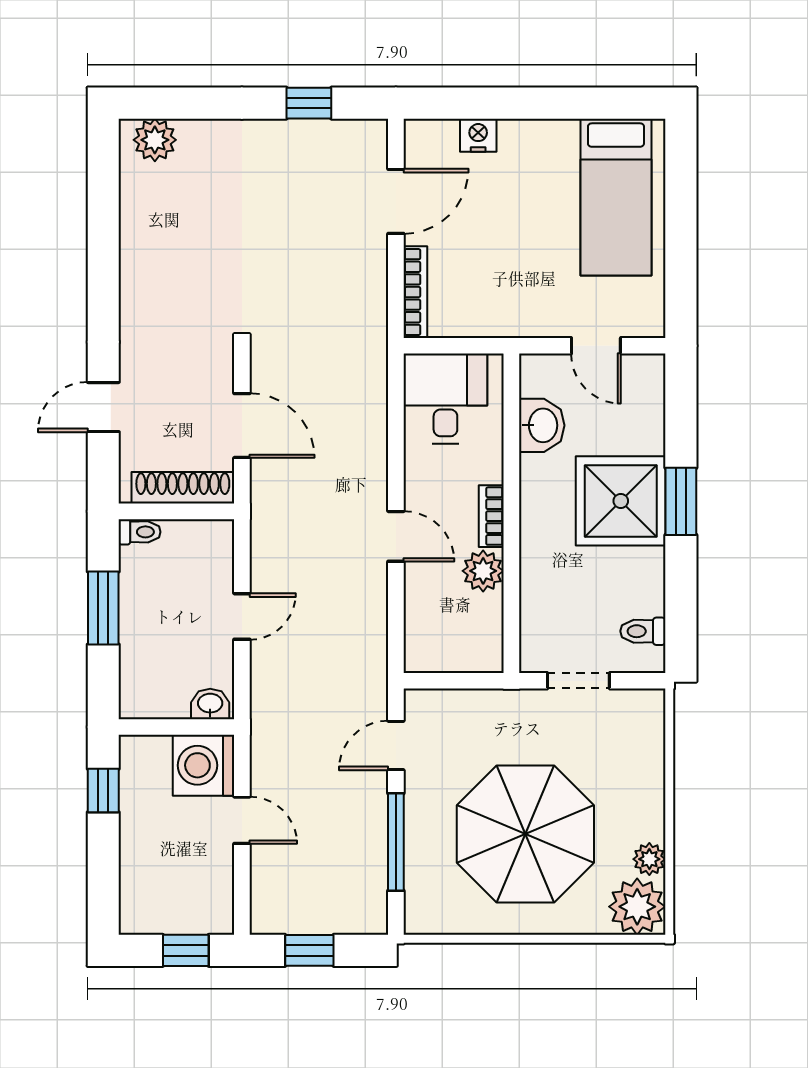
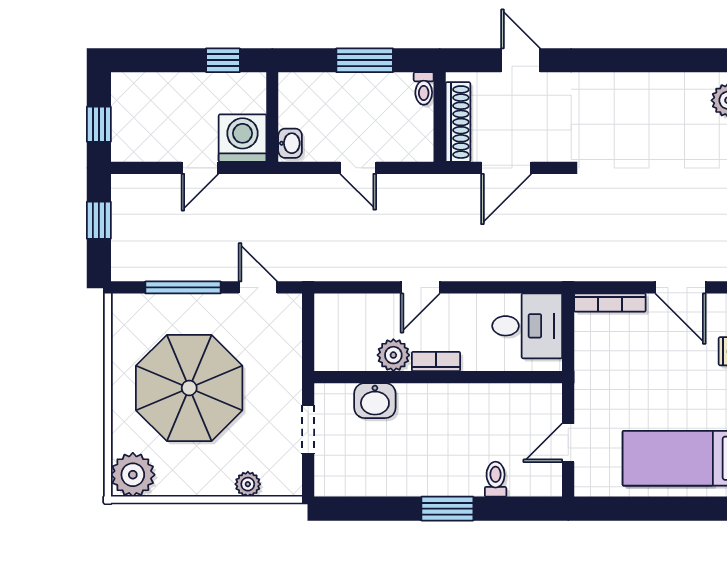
washbasin: (542, 425) -> (375, 401), moved
shower: (621, 501) -> (448, 462), removed
toilet: (643, 631) -> (496, 479), moved
plant: (649, 859) -> (248, 484), moved

